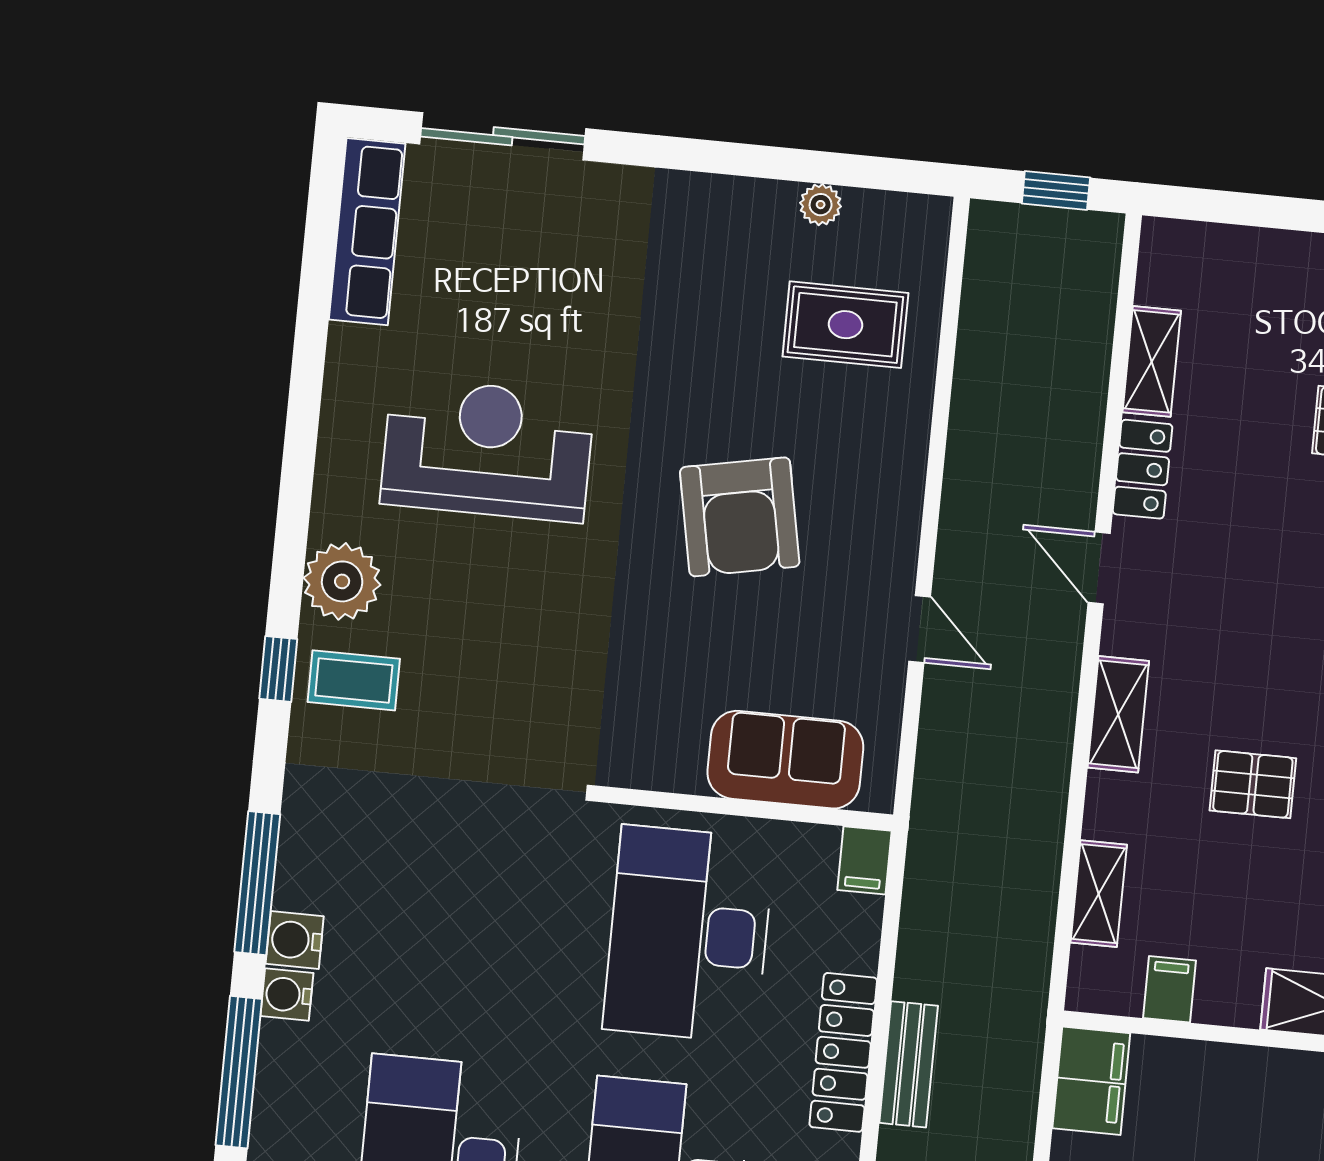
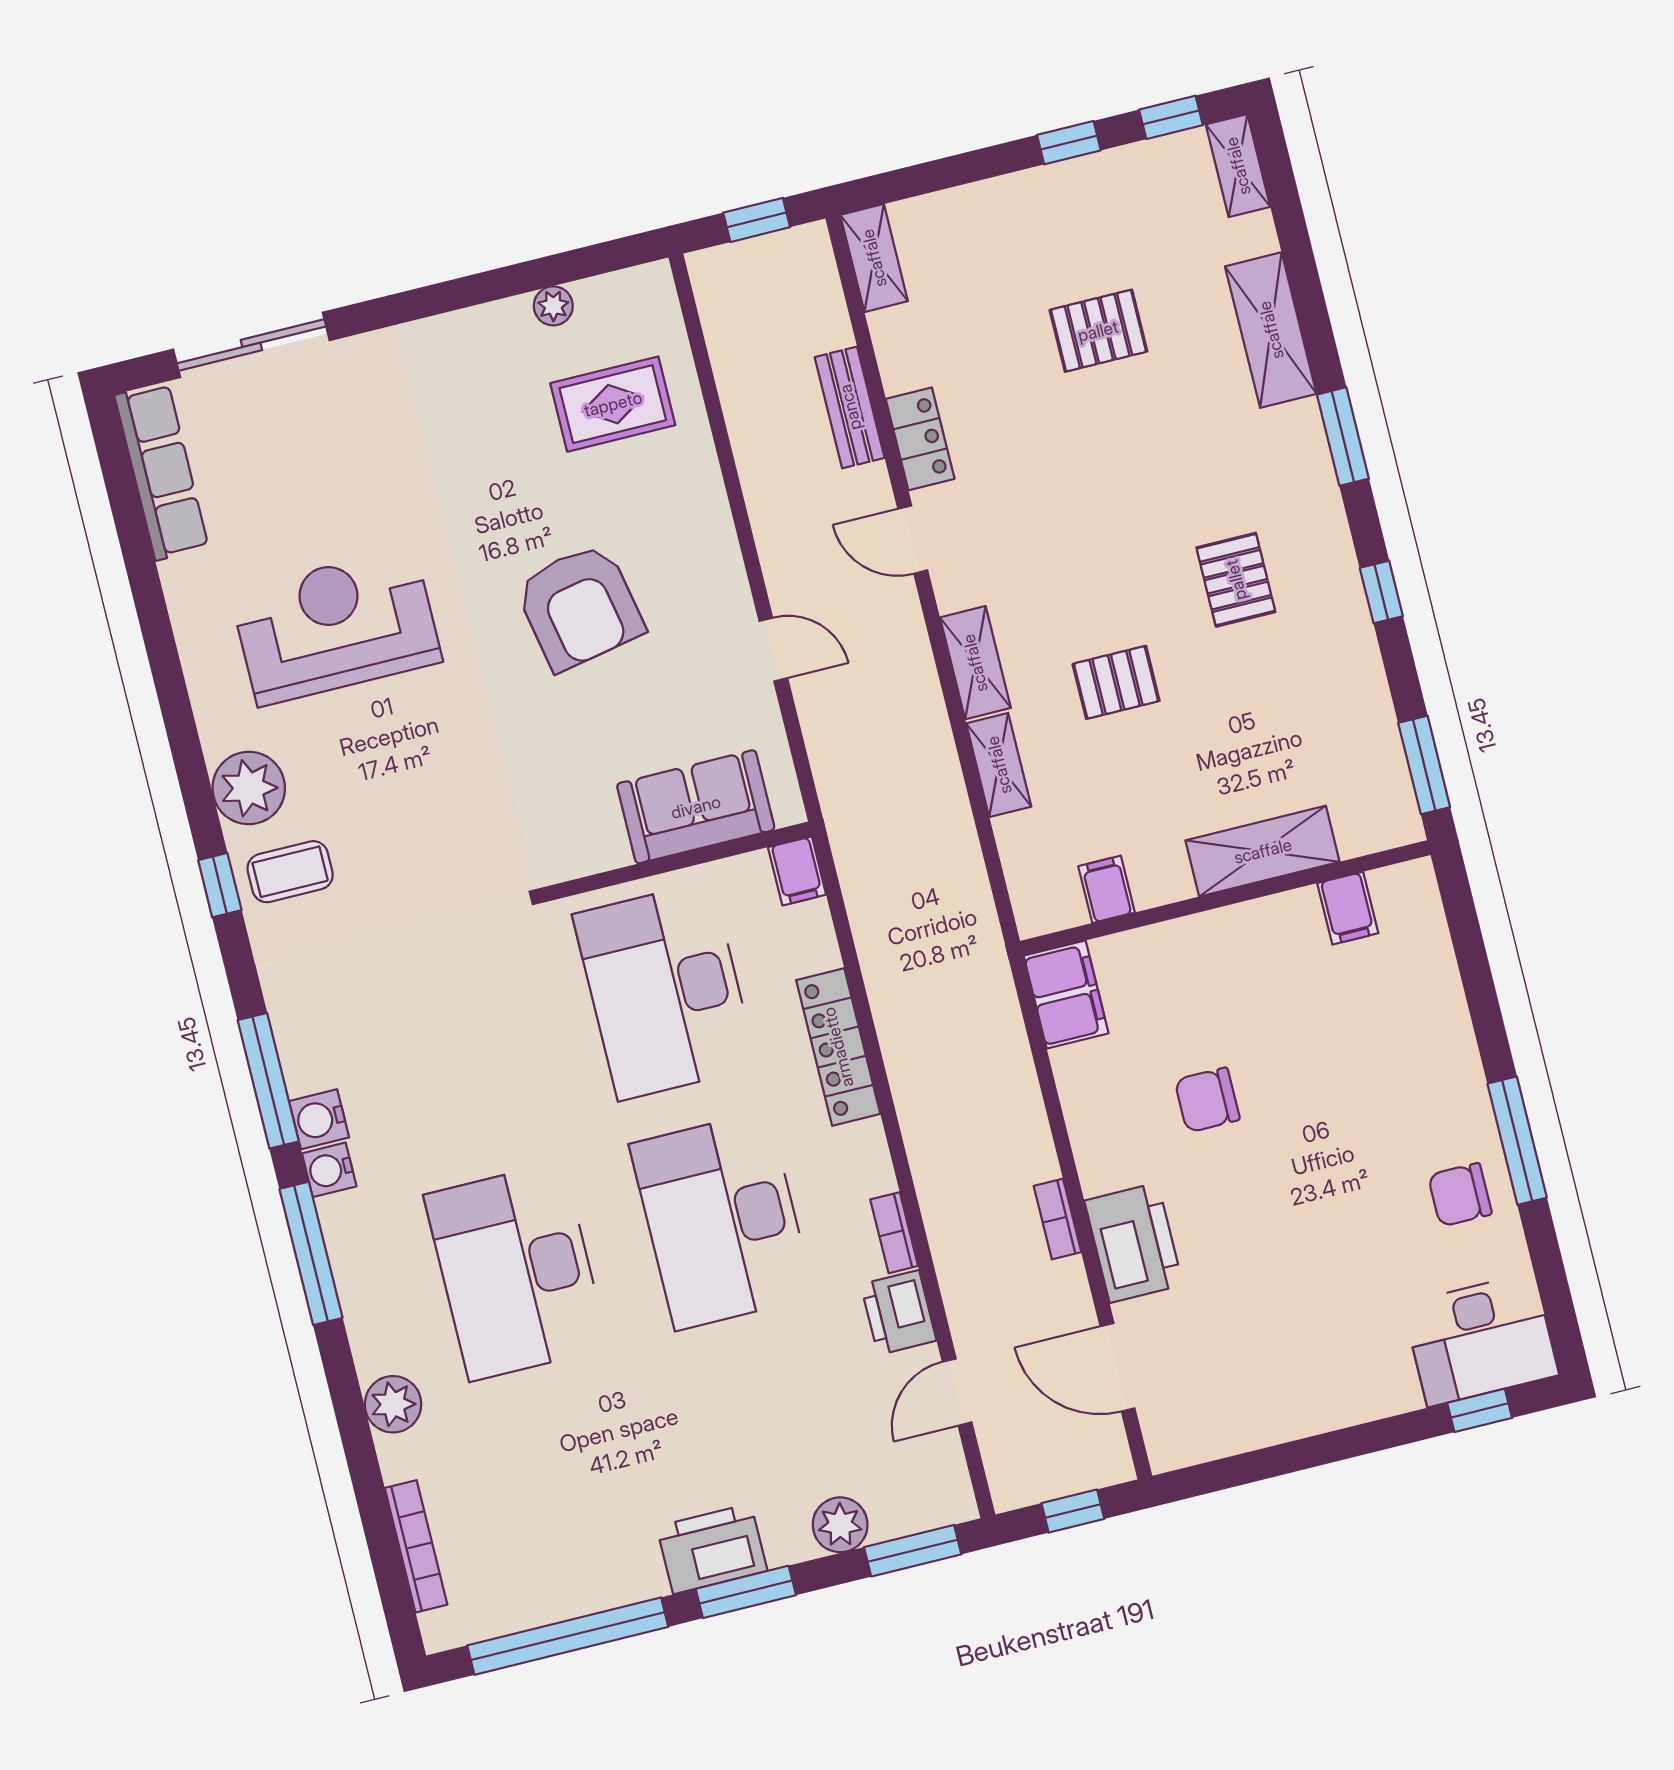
shelving: (1152, 361) -> (874, 258), moved
shelving: (1099, 894) -> (999, 765), moved
bench: (909, 1064) -> (850, 407), moved

